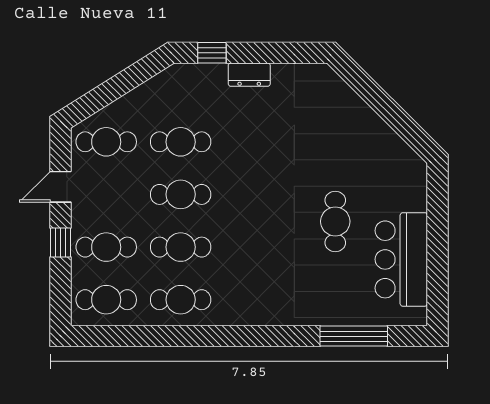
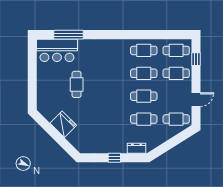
window: (212, 53) -> (114, 158), moved
dresser: (249, 75) -> (137, 148), moved
fridge: (366, 130) -> (63, 124), added
window: (60, 242) -> (196, 59), moved
bar counter: (401, 259) -> (57, 50), moved, turned 90

